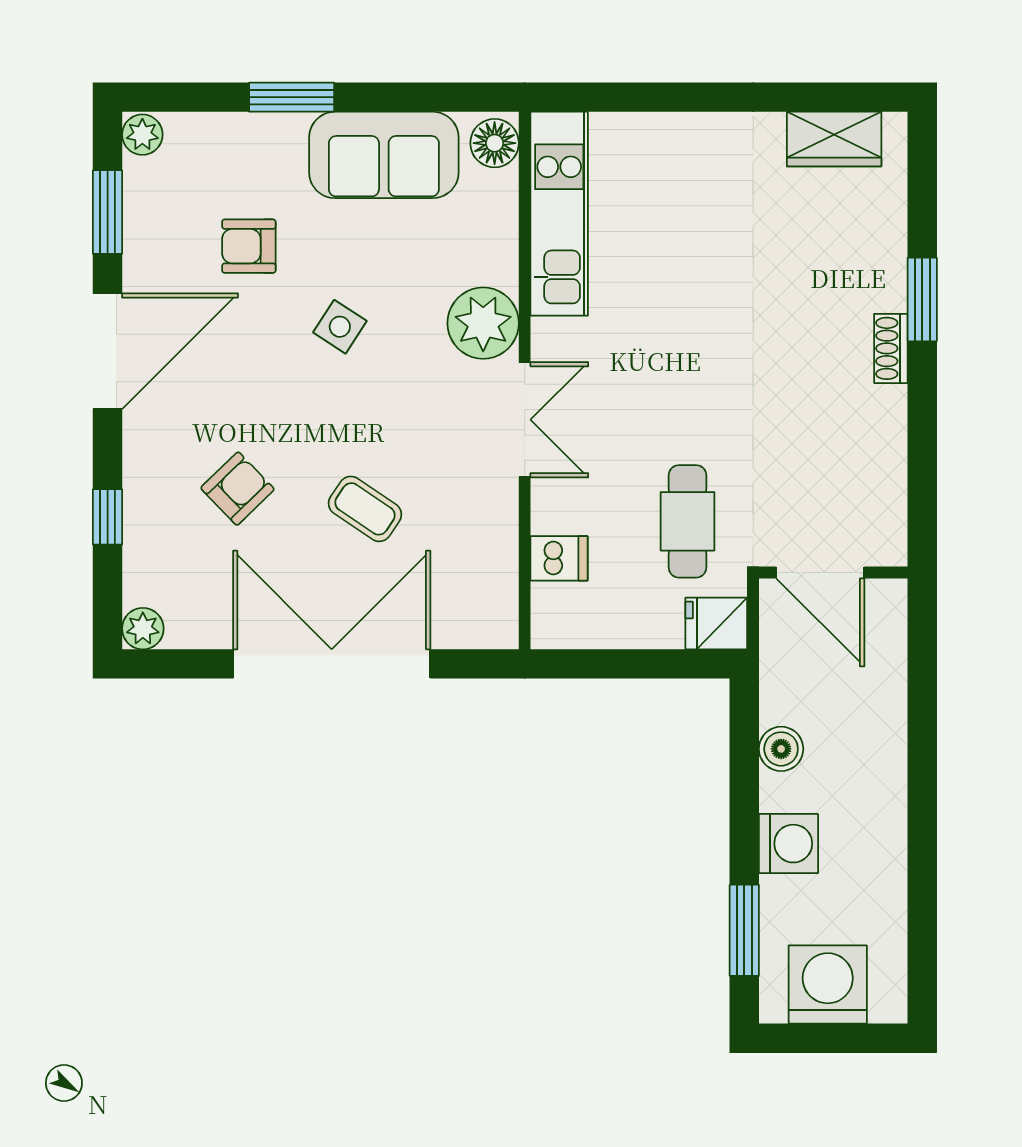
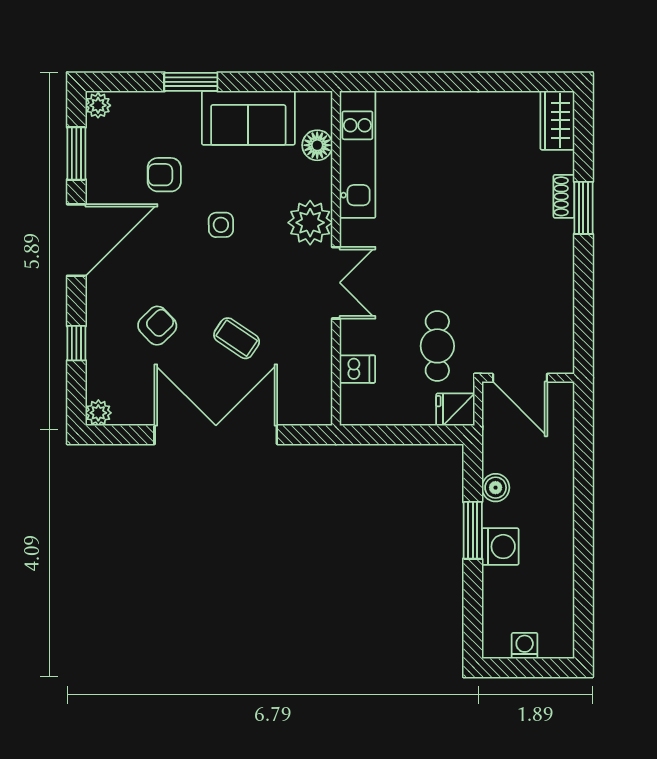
wardrobe: (834, 139) -> (557, 120), moved, turned 90
floor lamp: (495, 143) -> (317, 145), moved
side table: (340, 327) -> (221, 225), turned -34
shoe rack: (891, 348) -> (564, 196), moved
window: (744, 930) -> (473, 530), moved
washing machine: (828, 984) -> (525, 646), width x0.53, depth x0.53

